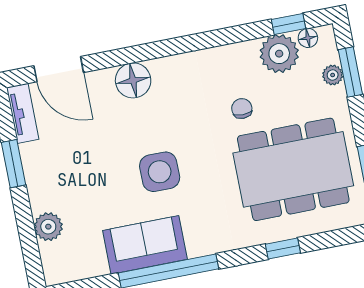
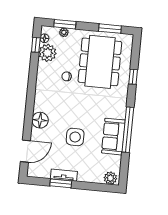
tv unit: (23, 113) -> (64, 175), moved
side table: (160, 172) -> (75, 137), moved
plant: (48, 227) -> (110, 178), moved

